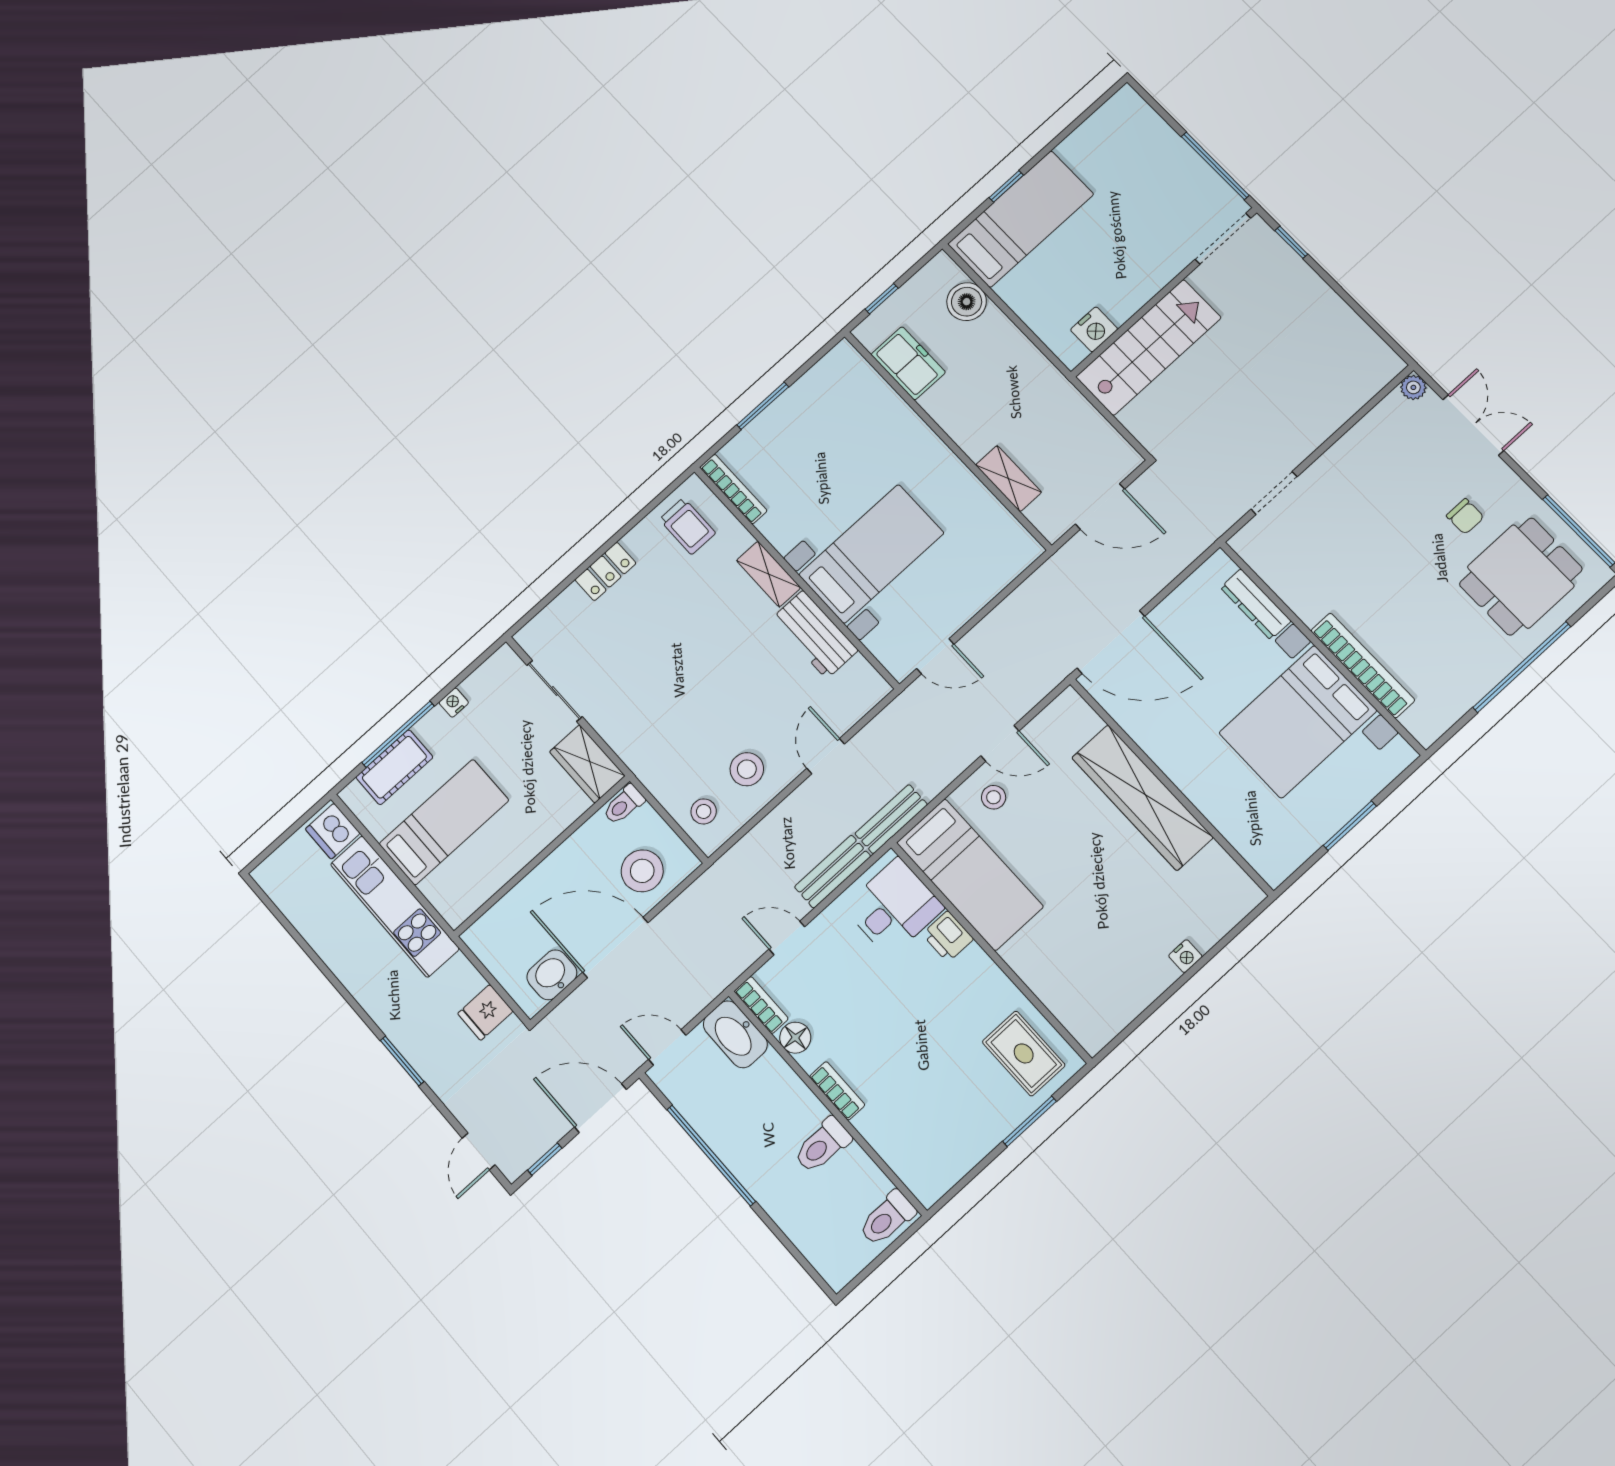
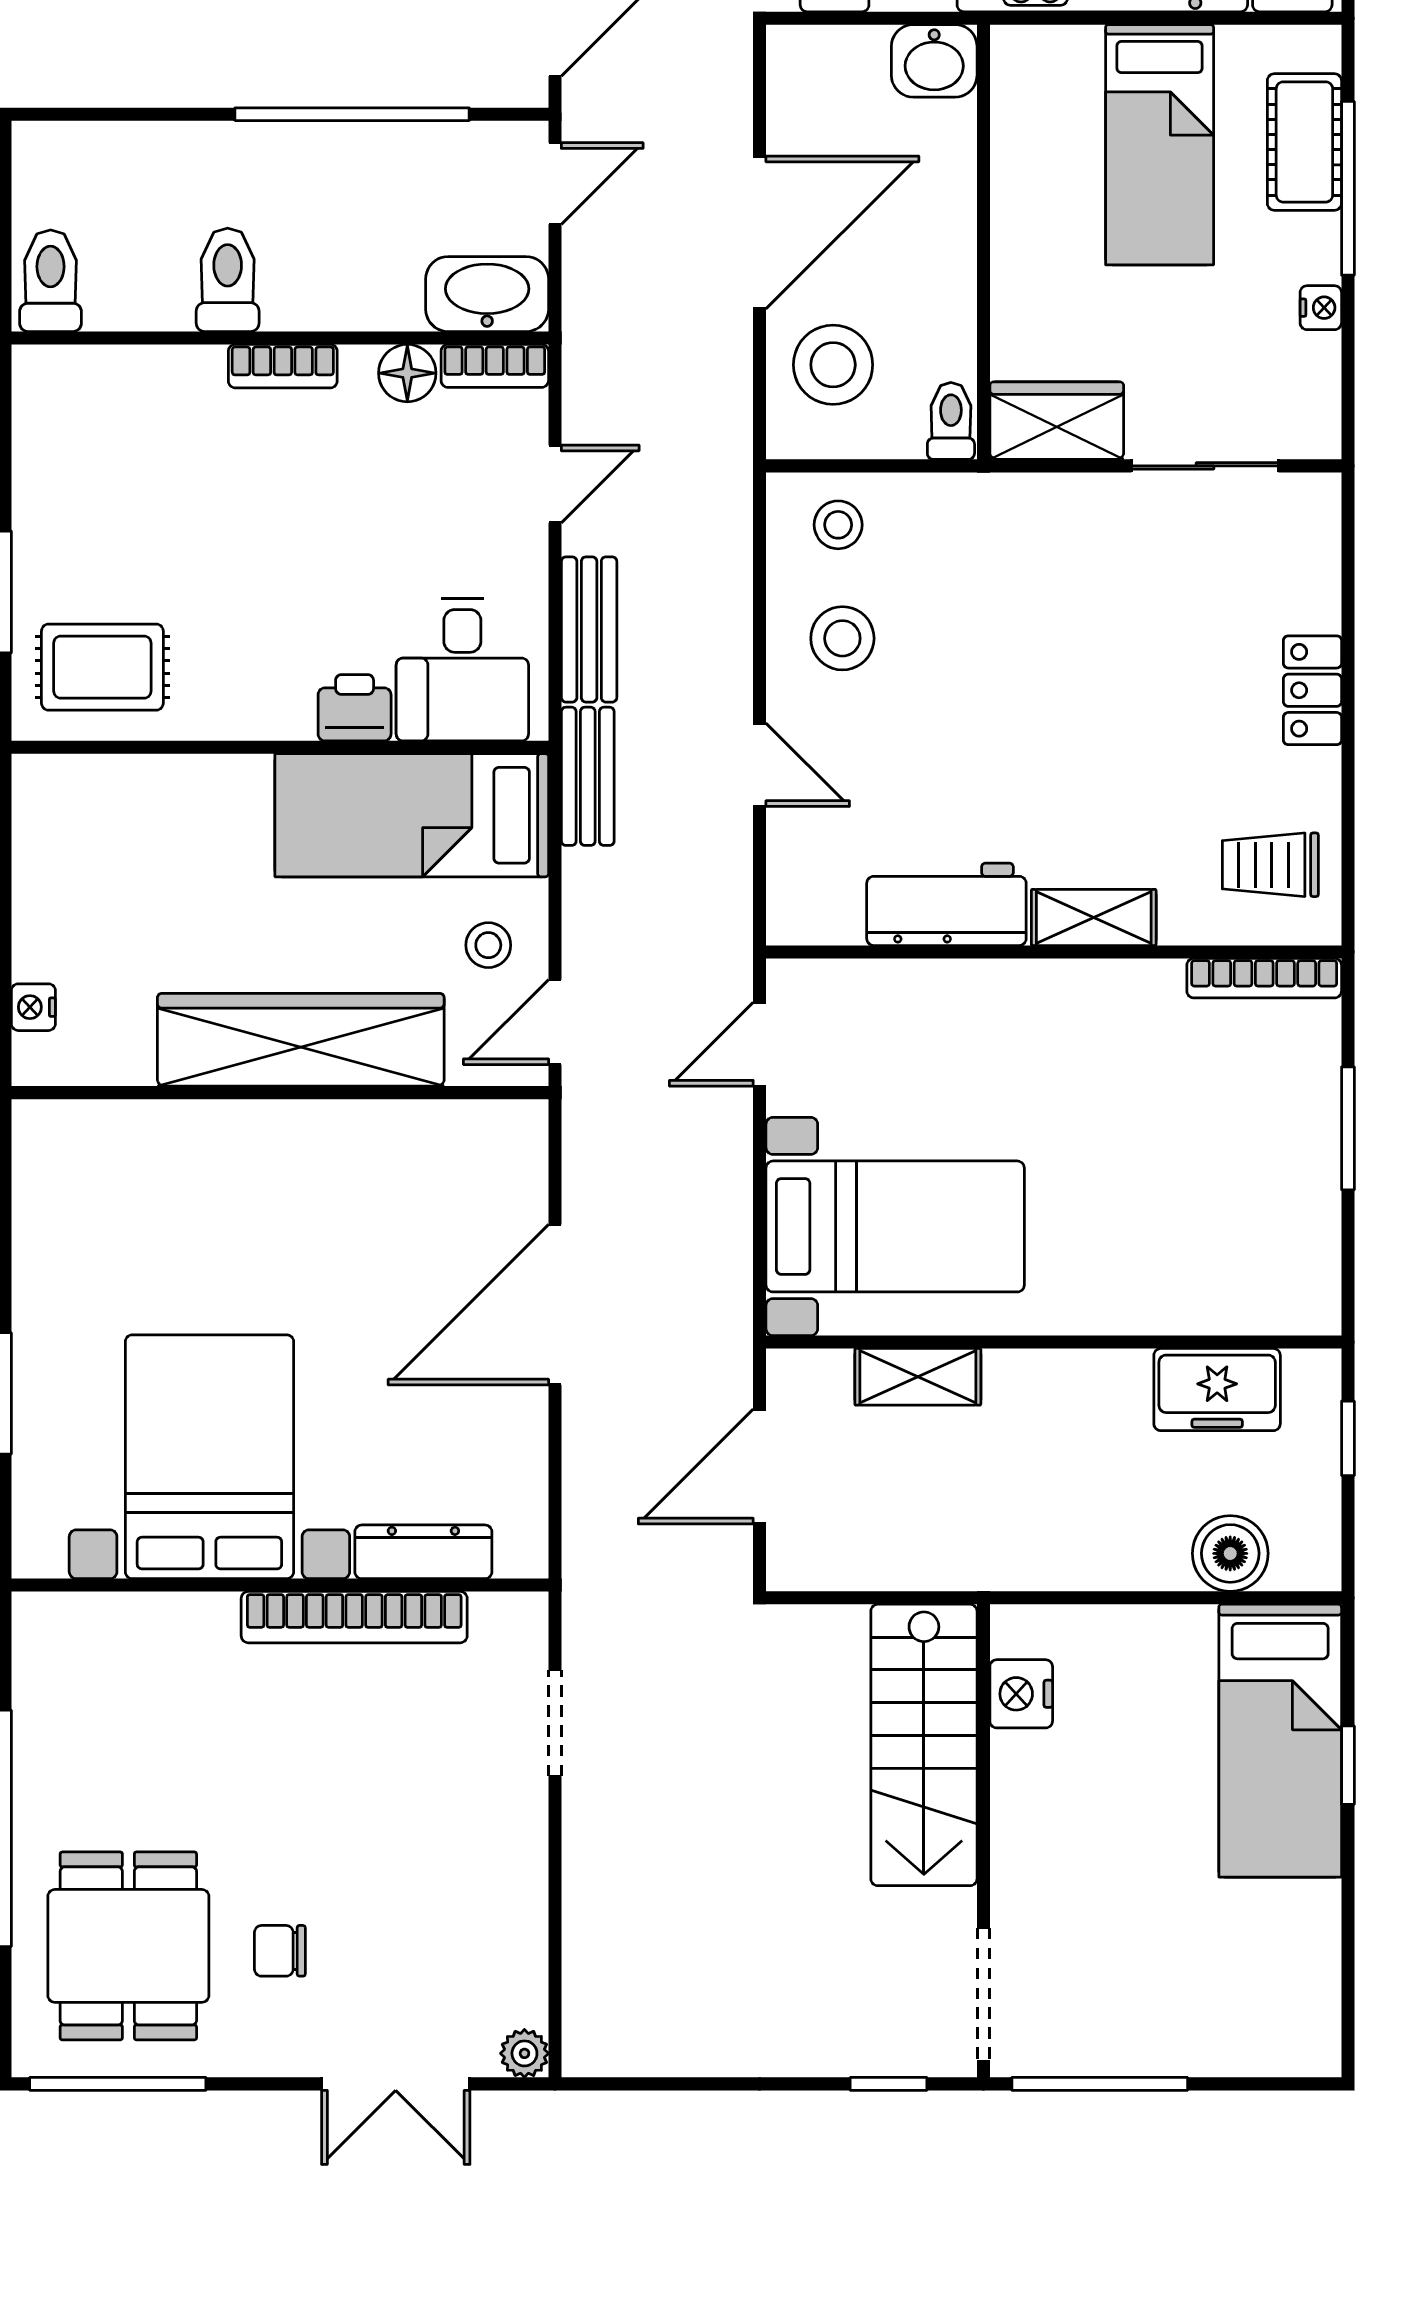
bed with nightstands: (871, 554) -> (895, 1226), moved, turned -90
bookcase: (1363, 665) -> (354, 1617), moved
wall: (1171, 787) -> (280, 1093), moved
wardrobe: (1142, 797) -> (301, 1040), moved
washbasin: (552, 975) -> (934, 61), moved, turned 90

